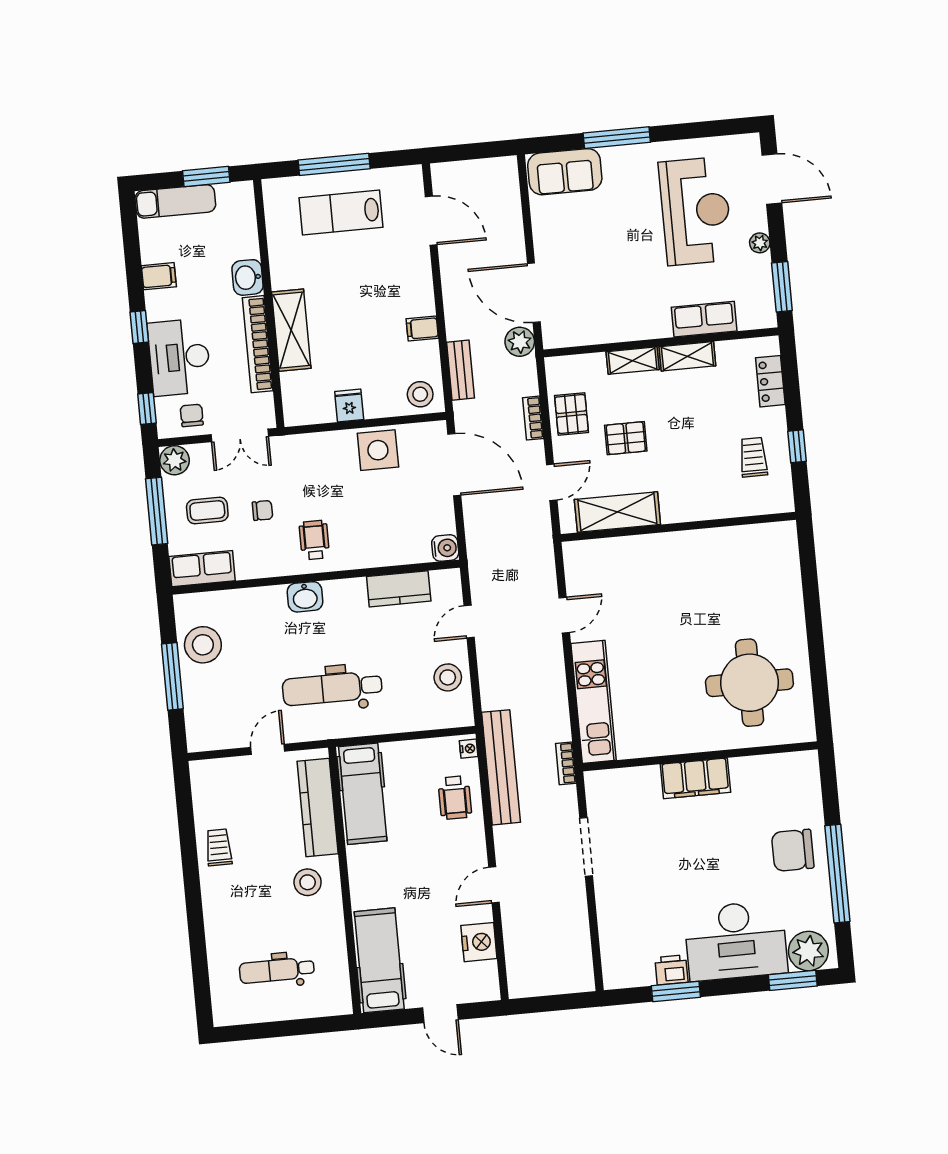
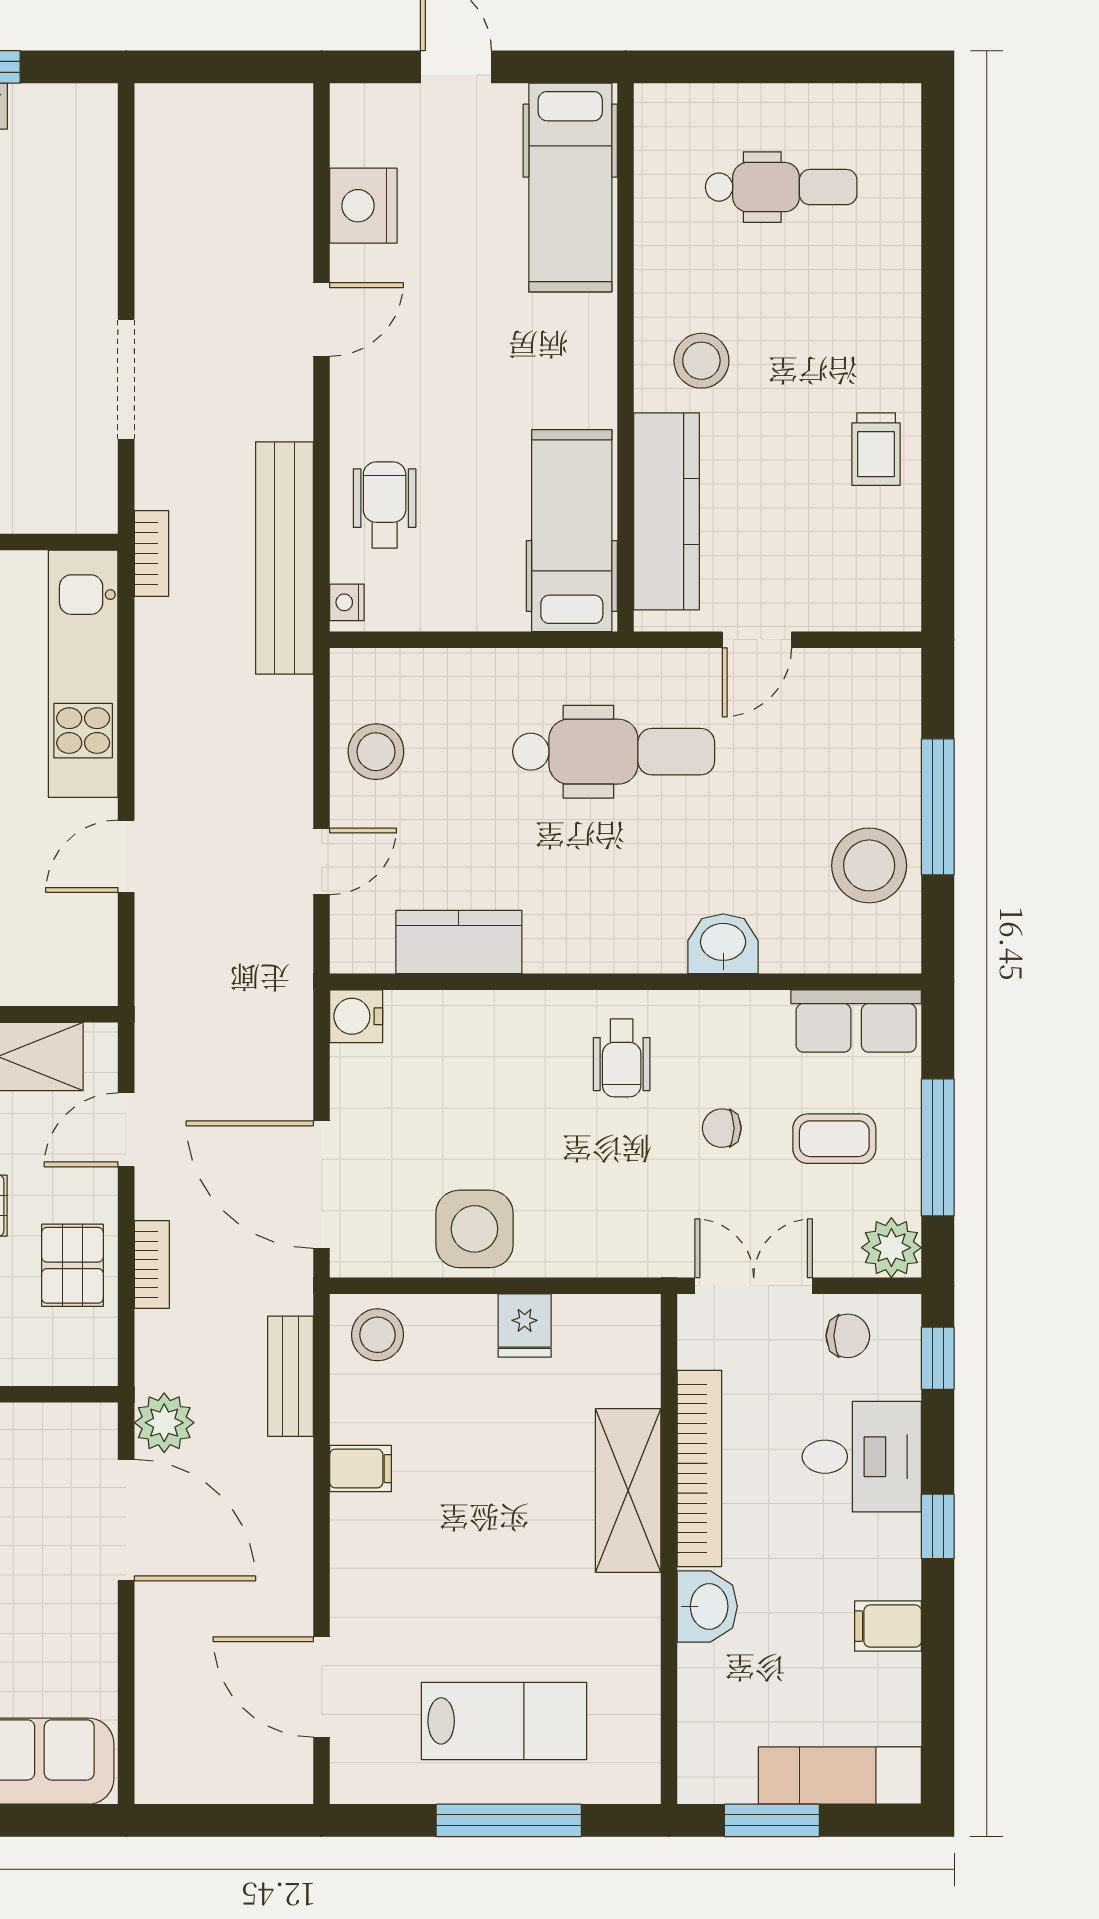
desk: (179, 357) -> (862, 1457), width x0.73
chair: (192, 415) -> (848, 1336), turned -90
washbasin: (305, 597) -> (723, 944), moved

